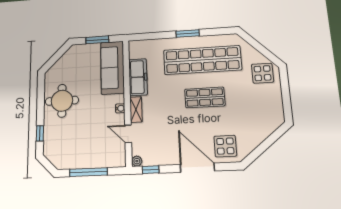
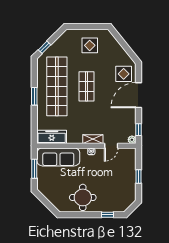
window: (252, 42) -> (44, 47), added
display table: (263, 73) -> (90, 45), moved
freezer: (138, 77) -> (52, 137), moved
window: (88, 172) -> (138, 176), width x0.46

